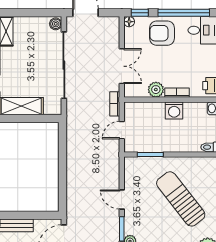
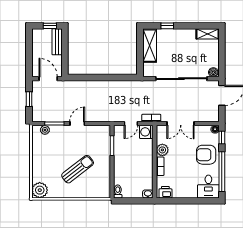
armchair: (162, 33) -> (206, 155), turned -90
washing machine: (174, 110) -> (146, 132), moved
door: (122, 130) -> (131, 123), swing flipped
sun lounger: (181, 199) -> (78, 169), width x0.73, depth x0.75

